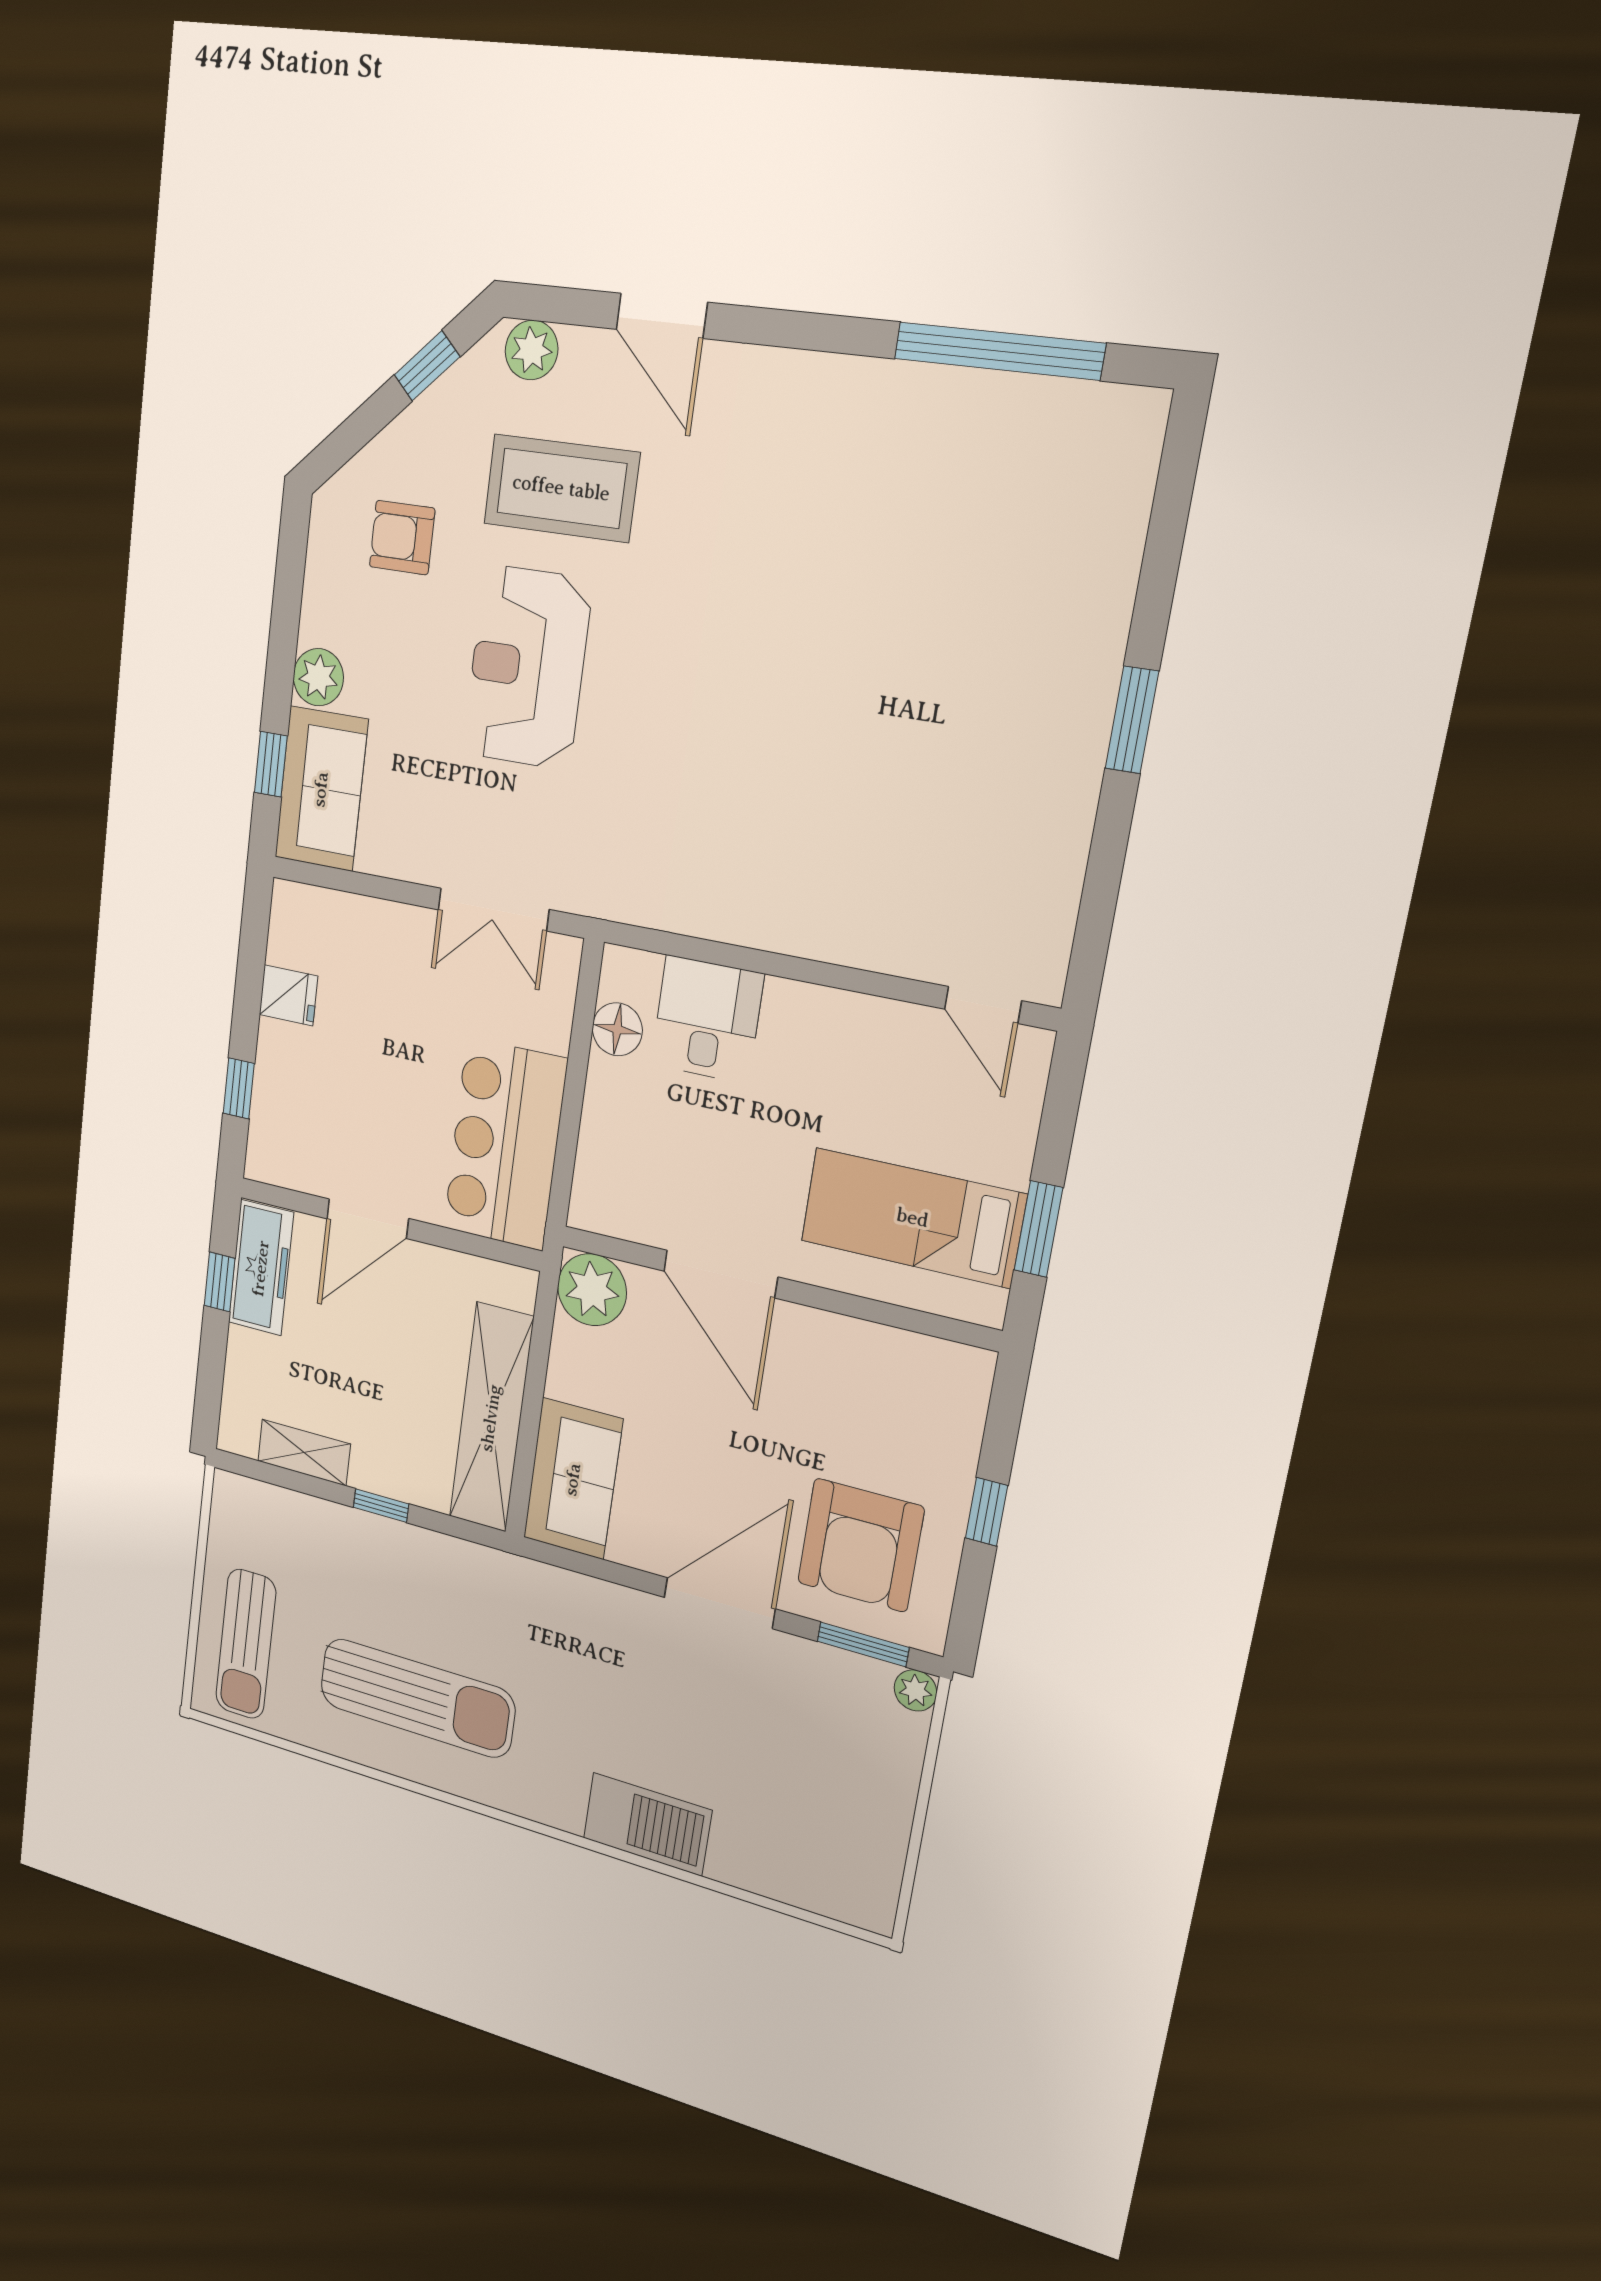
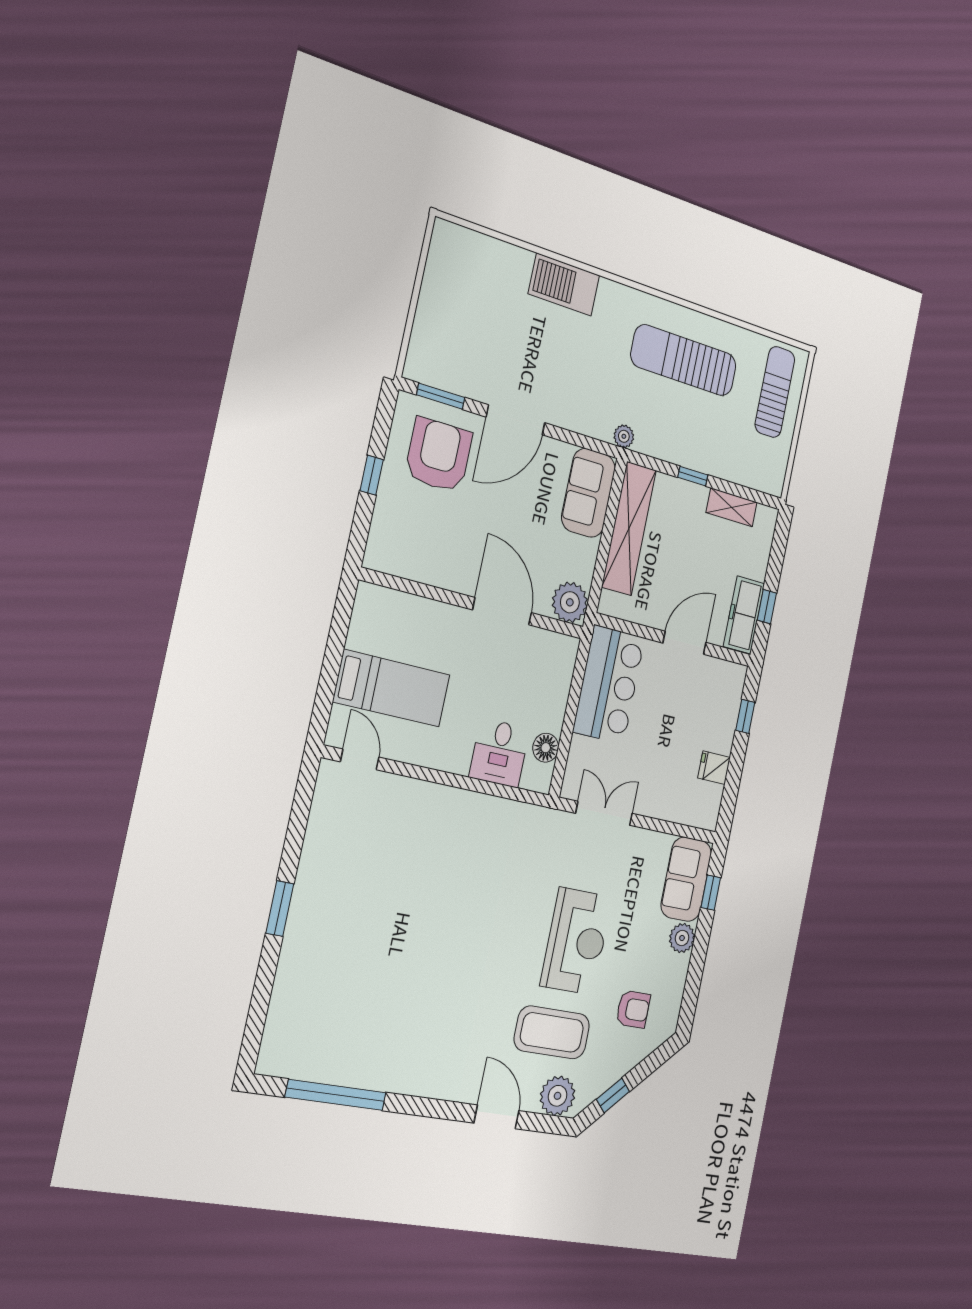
plant: (532, 350) -> (558, 1096), width x1.36, depth x1.36
bed: (913, 1218) -> (392, 688), moved
window: (1038, 1229) -> (337, 637), removed
plant: (915, 1690) -> (624, 436), moved

